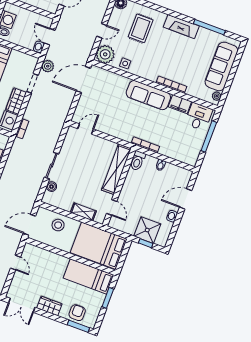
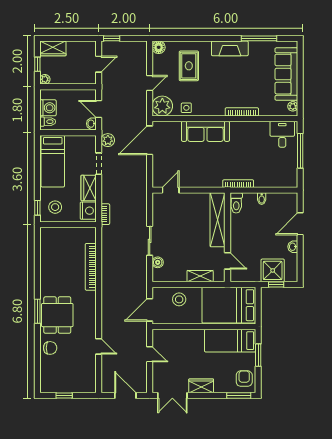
sofa: (148, 95) -> (205, 131), moved
filing cabinet: (180, 104) -> (258, 129), removed
armchair: (77, 313) -> (244, 379), moved

